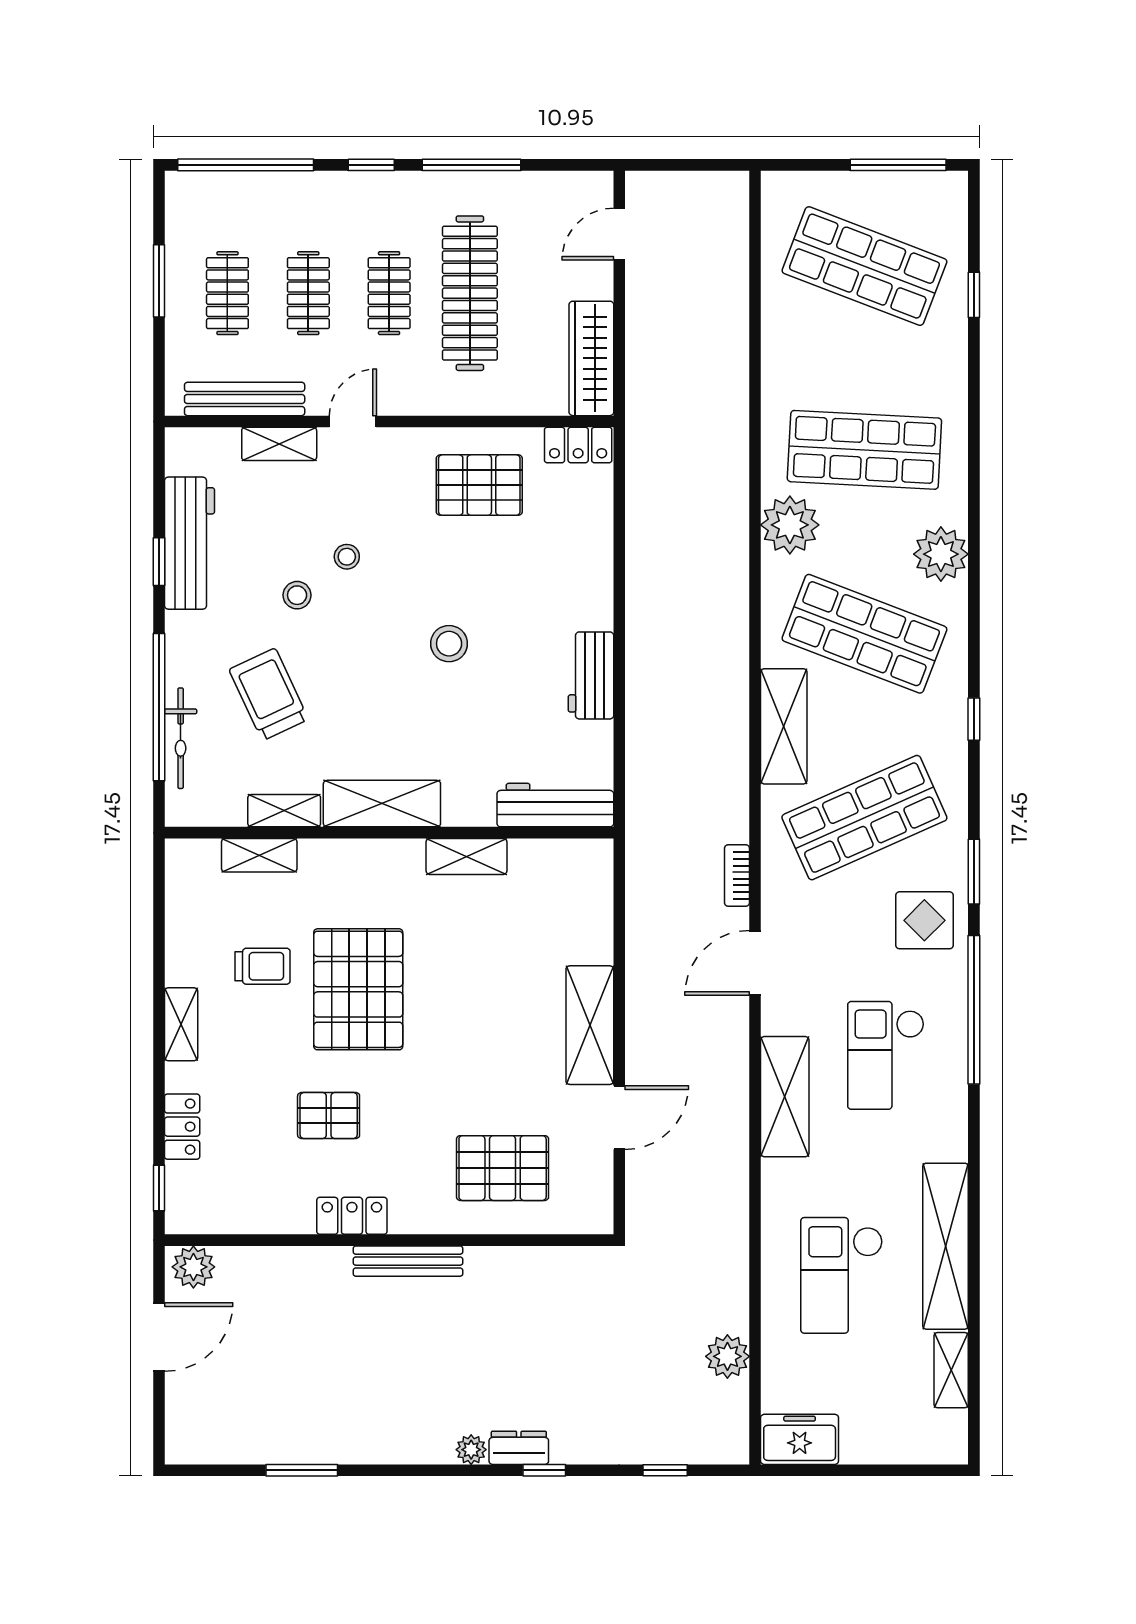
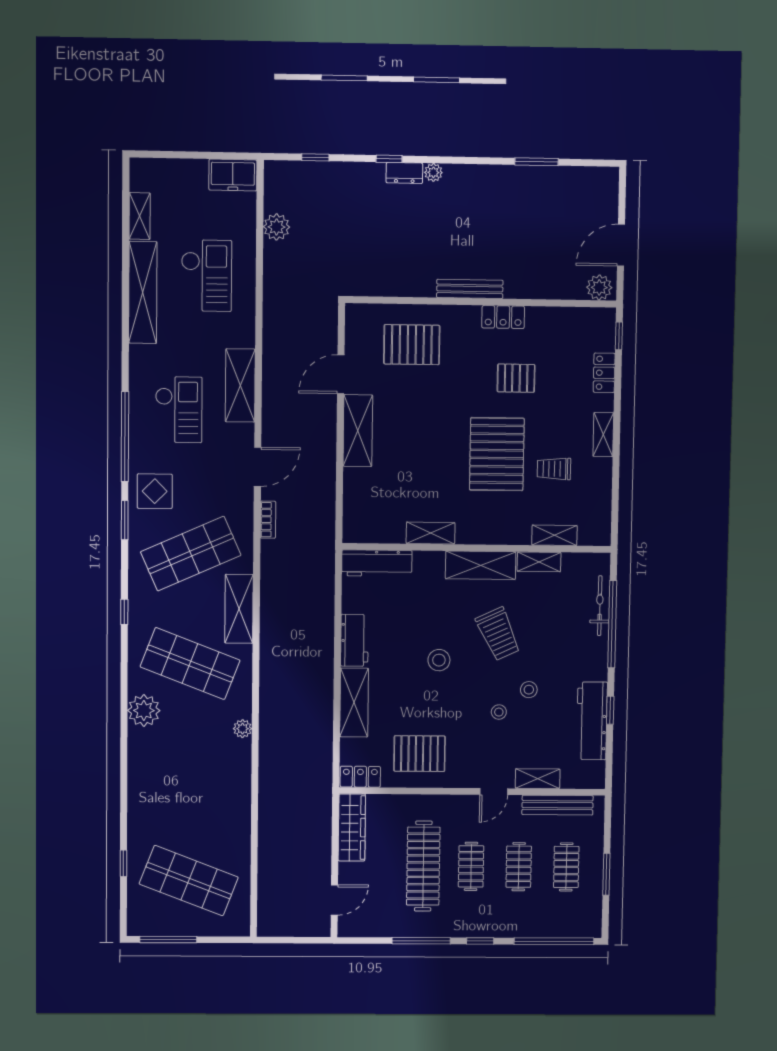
shop shelf: (864, 450) -> (189, 773), removed
plant: (790, 525) -> (243, 729), width x0.53, depth x0.53
shelving: (590, 570) -> (354, 703), added
trolley: (269, 694) -> (498, 634), moved

